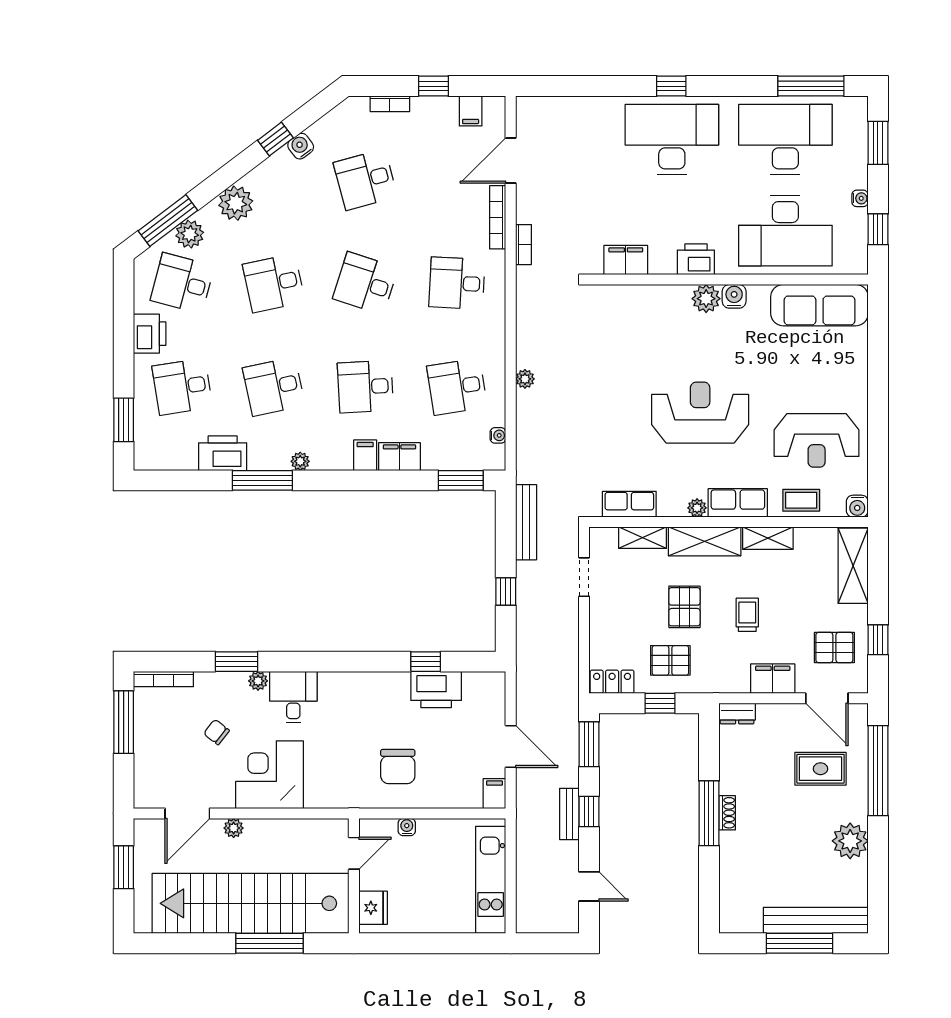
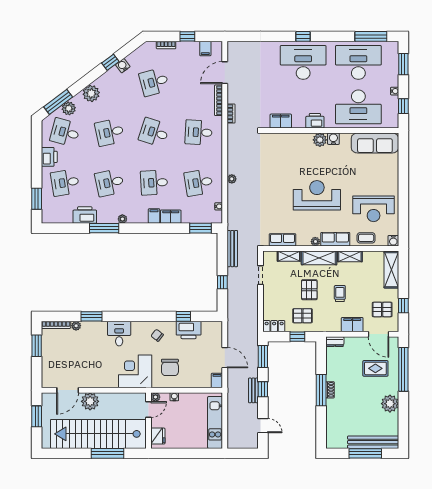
plant: (258, 681) -> (76, 326), moved
window: (124, 722) -> (37, 346), width x0.69
chair: (216, 732) -> (157, 335), moved
corner desk: (270, 775) -> (135, 371), moved
plant: (234, 828) -> (90, 401), width x1.88, depth x1.88
plant: (368, 828) -> (156, 397), added

